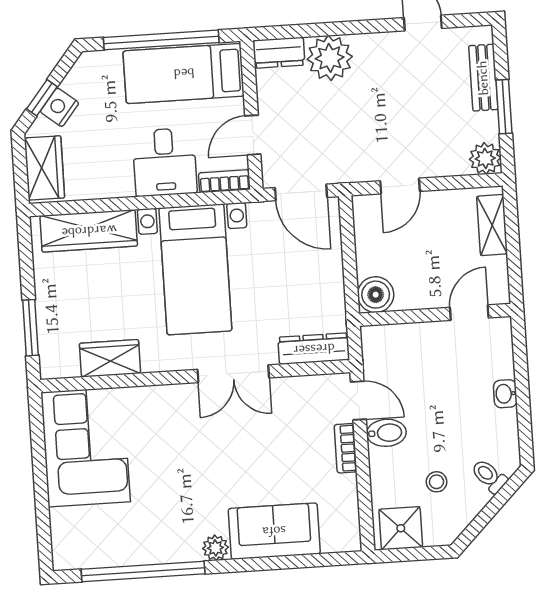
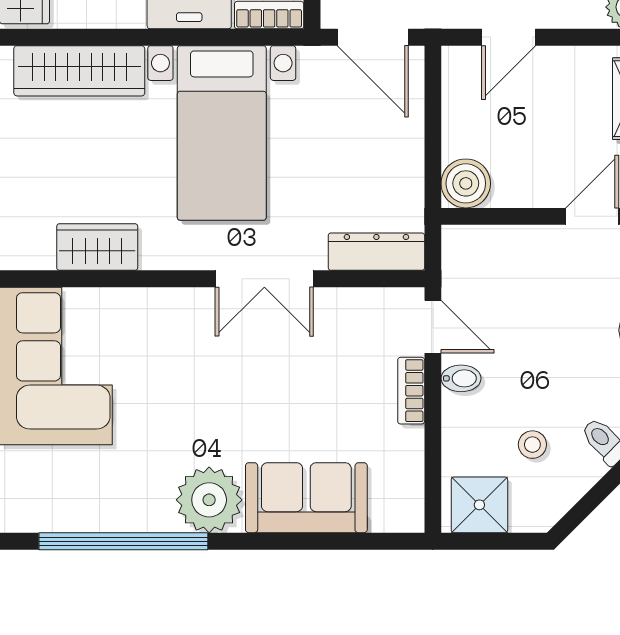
bidet: (386, 433) -> (461, 378), width x0.72, depth x0.74
plant: (215, 548) -> (209, 500), width x1.87, depth x1.87

